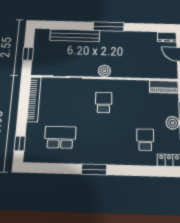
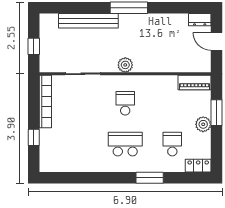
school desk: (60, 137) -> (125, 144), moved
window: (20, 143) -> (34, 137), moved
window: (94, 169) -> (150, 178), moved

